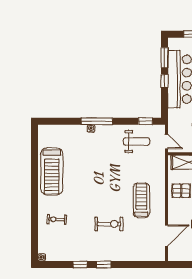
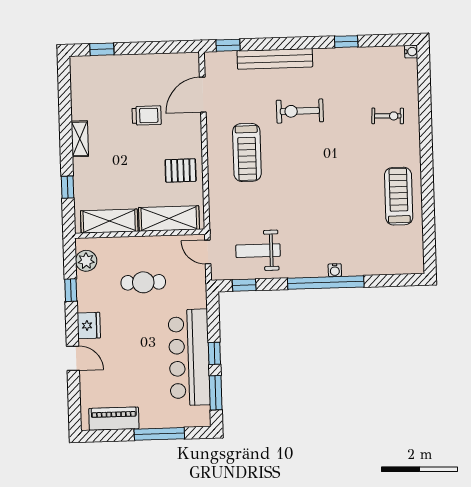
window: (97, 121) -> (326, 283), width x1.46
treadmill: (52, 171) -> (399, 196), width x0.73, depth x0.73
bench: (123, 256) -> (275, 59), added
window: (104, 264) -> (228, 45), moved

